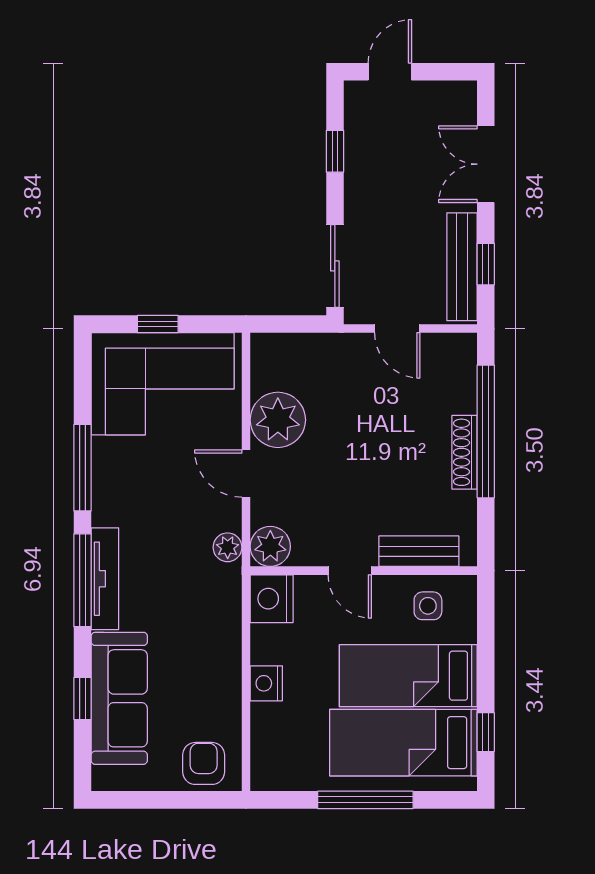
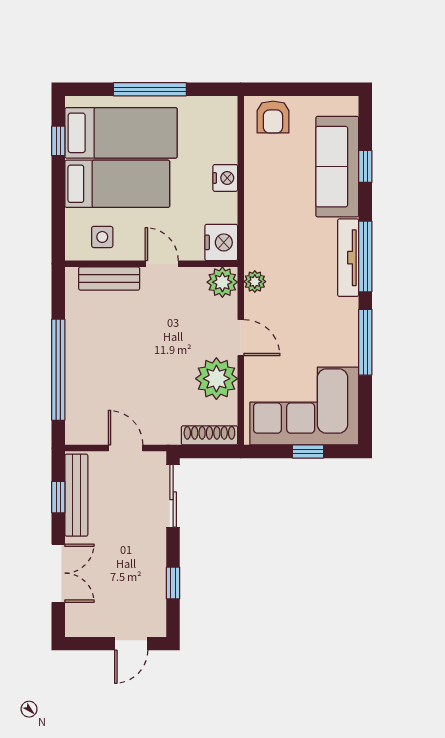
shoe rack: (464, 452) -> (209, 435), moved, turned -90

